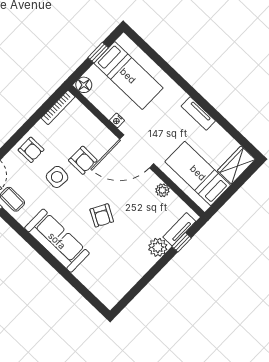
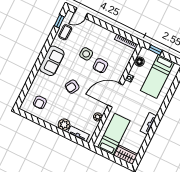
window: (98, 53) -> (155, 50), moved
floor lamp: (84, 85) -> (139, 62), moved
armchair: (31, 150) -> (40, 102), moved
door: (137, 151) -> (115, 95), hinge flipped
sofa: (57, 241) -> (52, 61), width x0.73
window: (182, 242) -> (71, 137), removed

